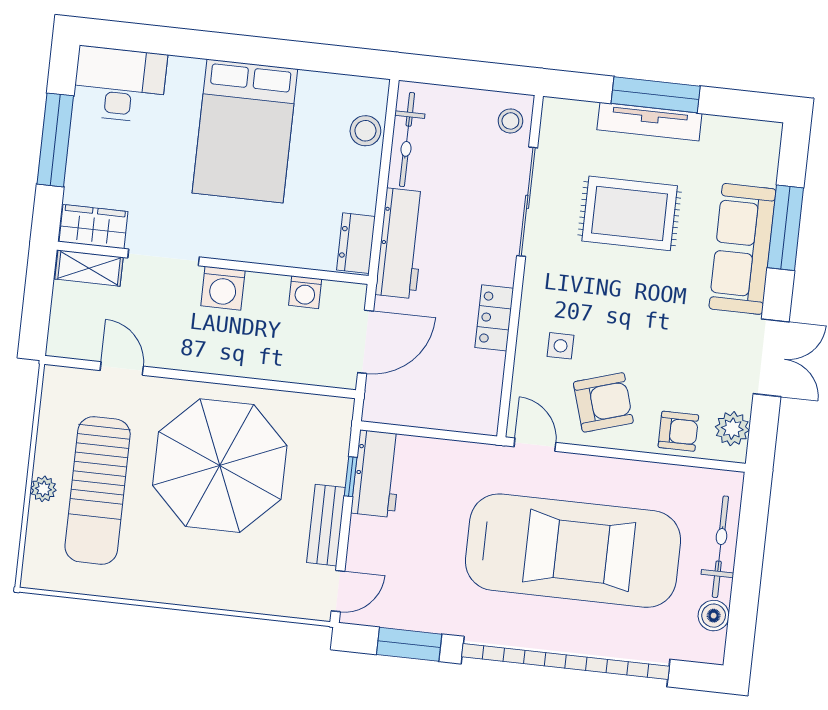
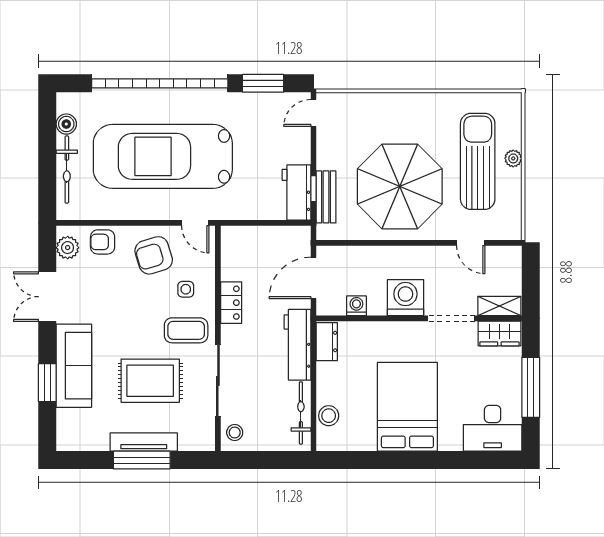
window: (785, 228) -> (47, 383), width x0.69
coffee table: (567, 284) -> (186, 330), added
washing machine: (223, 288) -> (405, 298), width x1.37, depth x1.37
bench: (326, 525) -> (326, 197), moved

